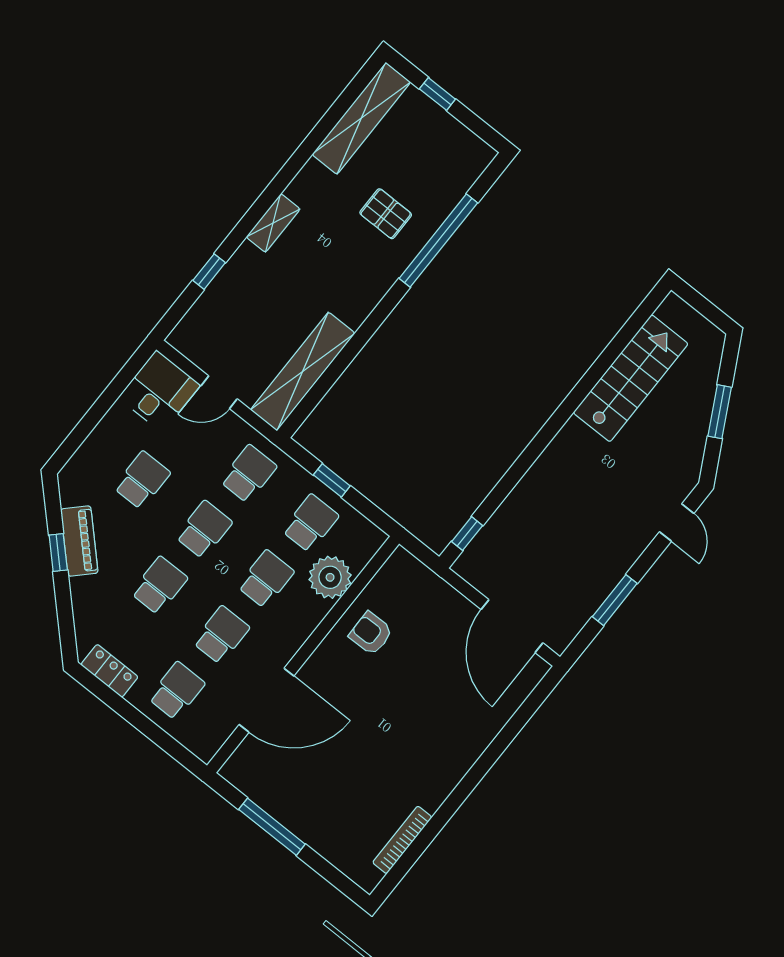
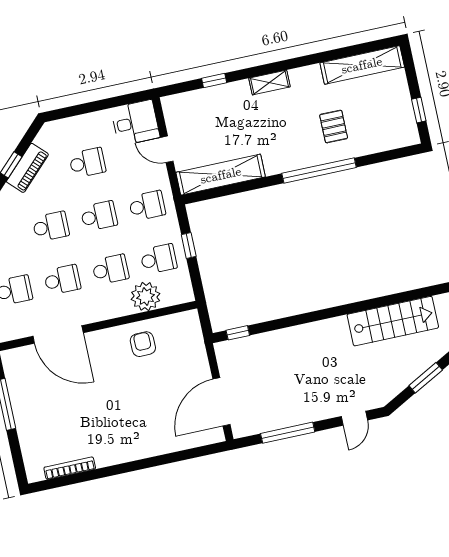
window: (437, 94) -> (419, 110), moved
window: (438, 241) -> (319, 170), moved
window: (615, 600) -> (288, 433), width x1.44

